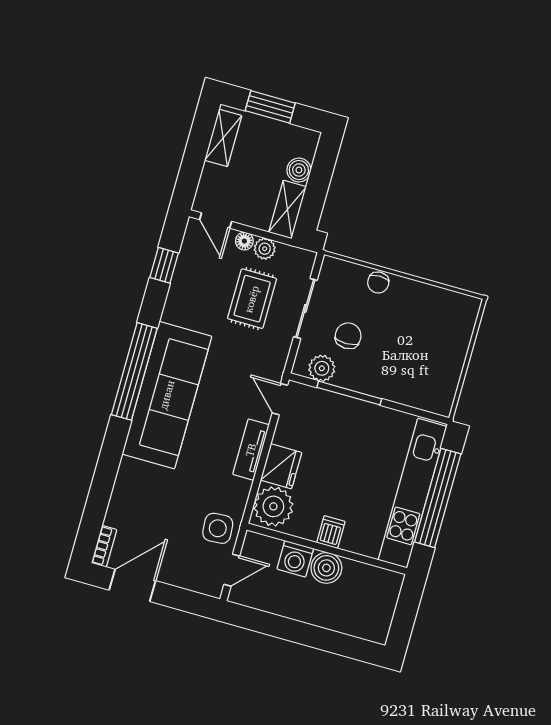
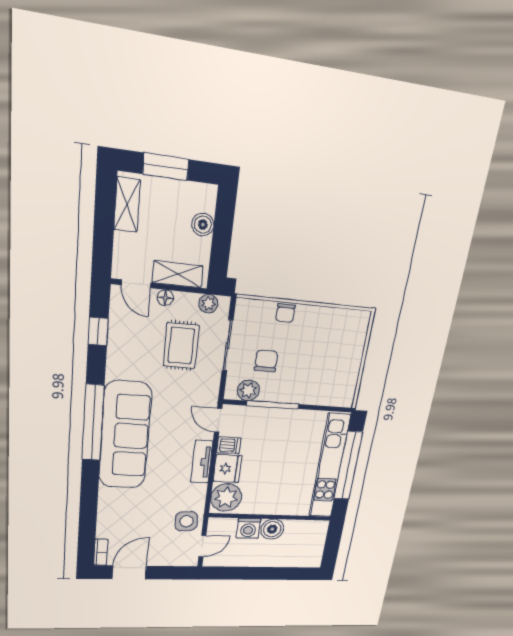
shelving: (288, 209) -> (178, 274), moved, turned 90
plant: (265, 249) -> (208, 304), moved
dishwasher: (331, 532) -> (229, 445), moved, turned 90

